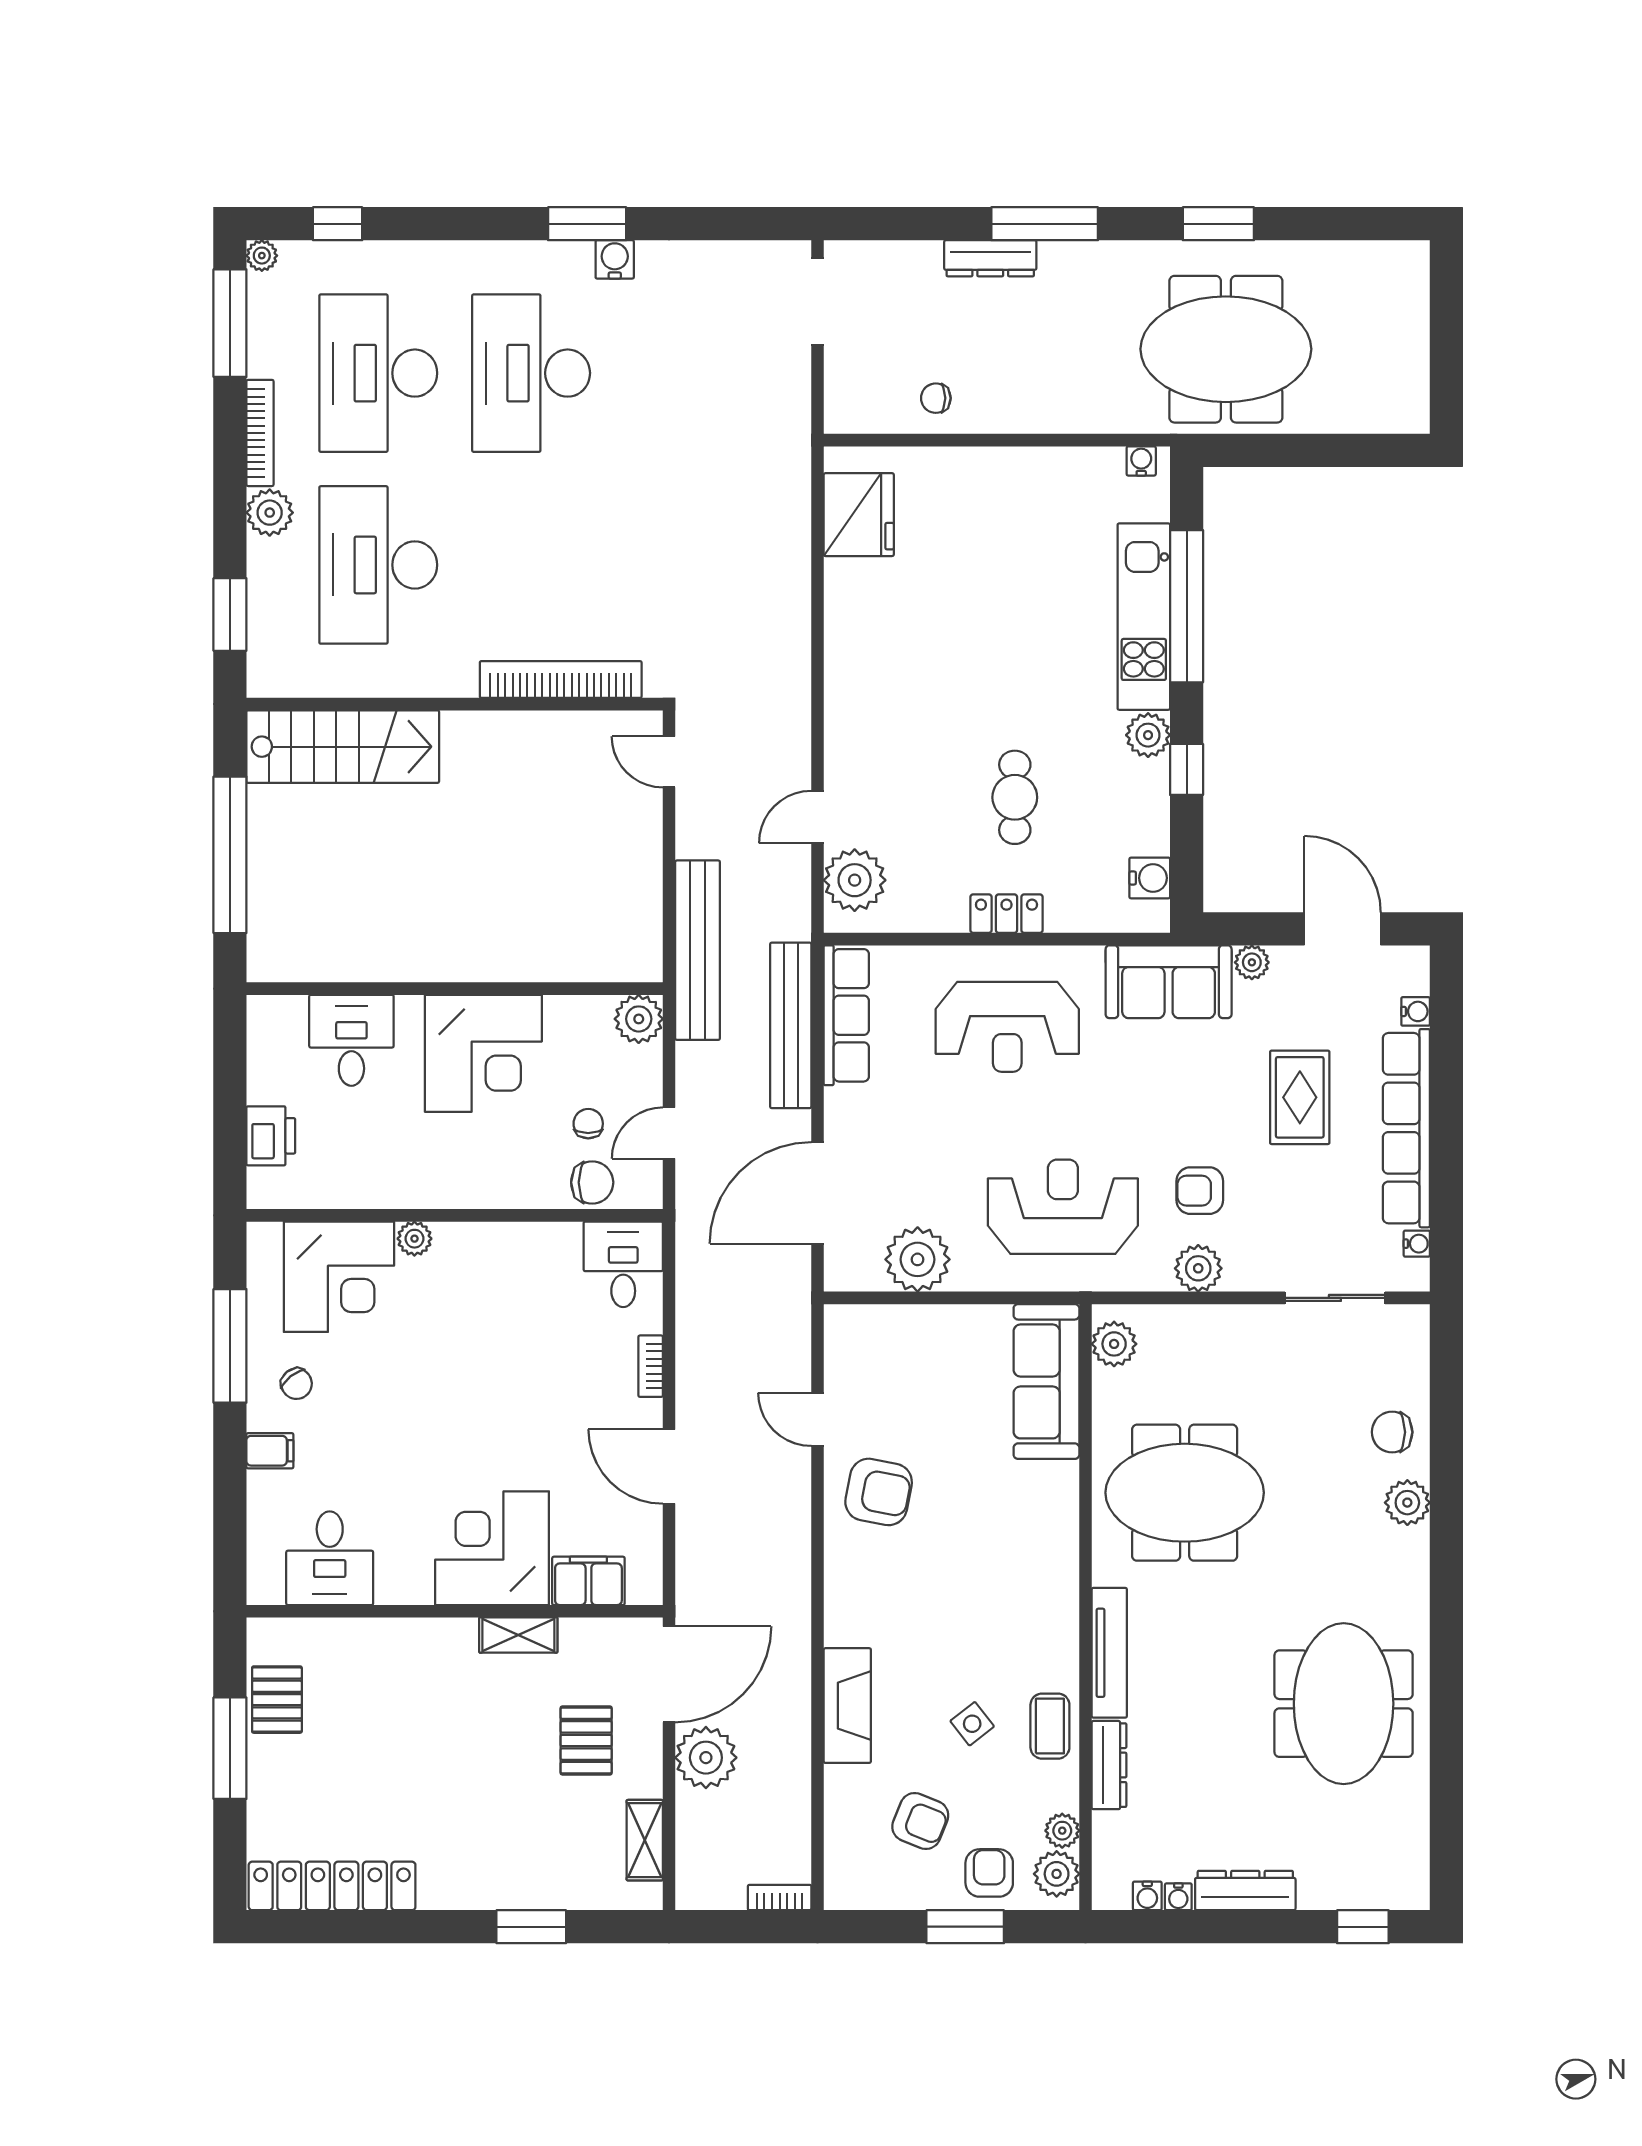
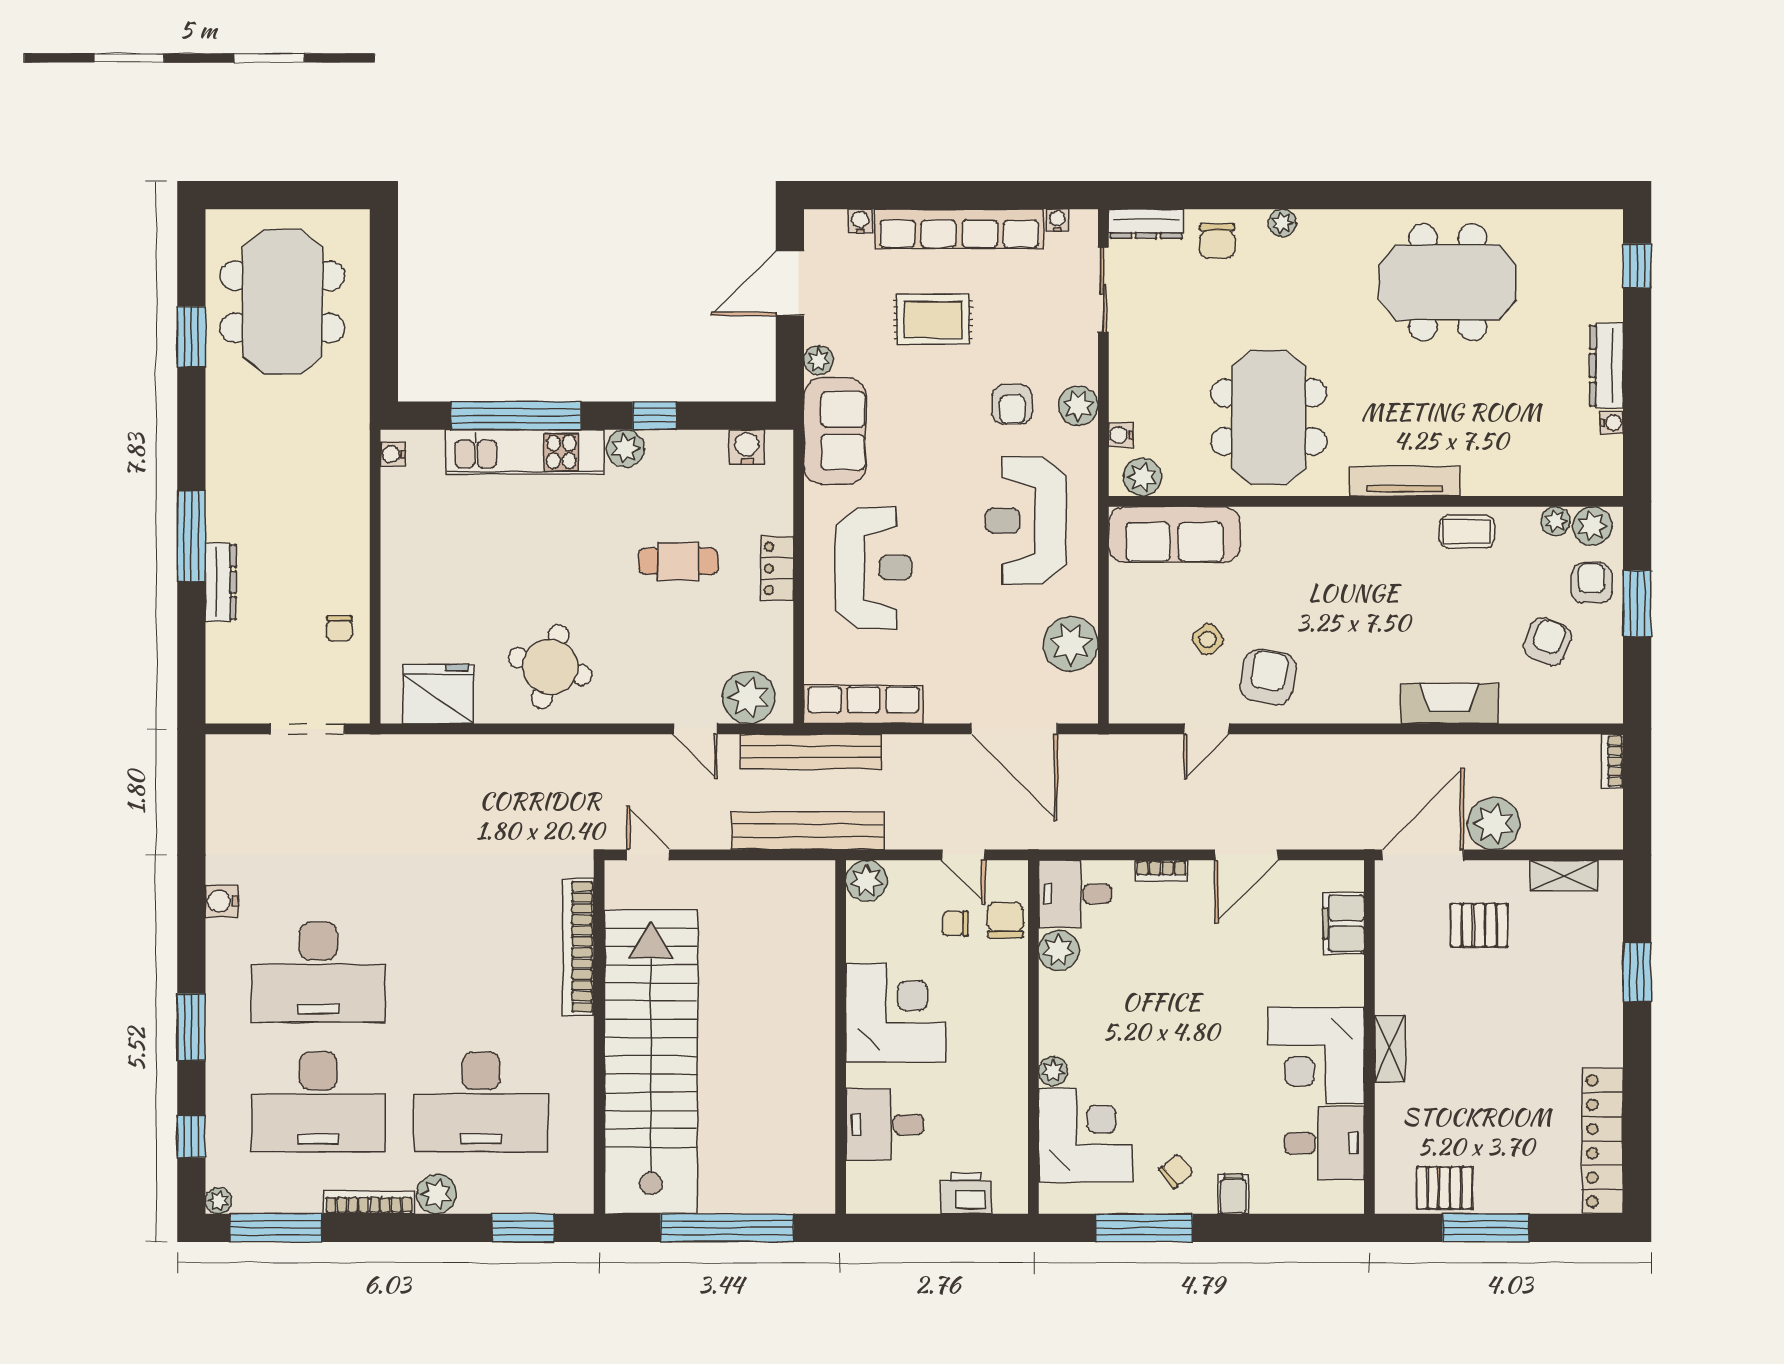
window: (587, 224) -> (191, 1027), moved
window: (1218, 224) -> (191, 337), moved
doorway: (818, 302) -> (307, 729), moved
meeting table: (1226, 349) -> (282, 302), moved
round table: (891, 646) -> (550, 666), added
stairs: (343, 747) -> (651, 1062), width x1.86, depth x1.51
door: (669, 762) -> (648, 855), swing flipped
bench: (791, 1025) -> (811, 752), moved
plant: (557, 1245) -> (1059, 950), added
plant: (1407, 1503) -> (1282, 223), width x0.73, depth x0.73
corner desk: (492, 1548) -> (1316, 1055), moved
shelving: (518, 1635) -> (1390, 1049), moved
door: (669, 1674) -> (1423, 855), hinge flipped
side table: (972, 1724) -> (1208, 639), moved
dresser: (1109, 1765) -> (1146, 224), moved, turned 180
armchair: (989, 1873) -> (1592, 583), turned 90
water cooler: (1147, 1896) -> (1121, 435), moved, turned 180

